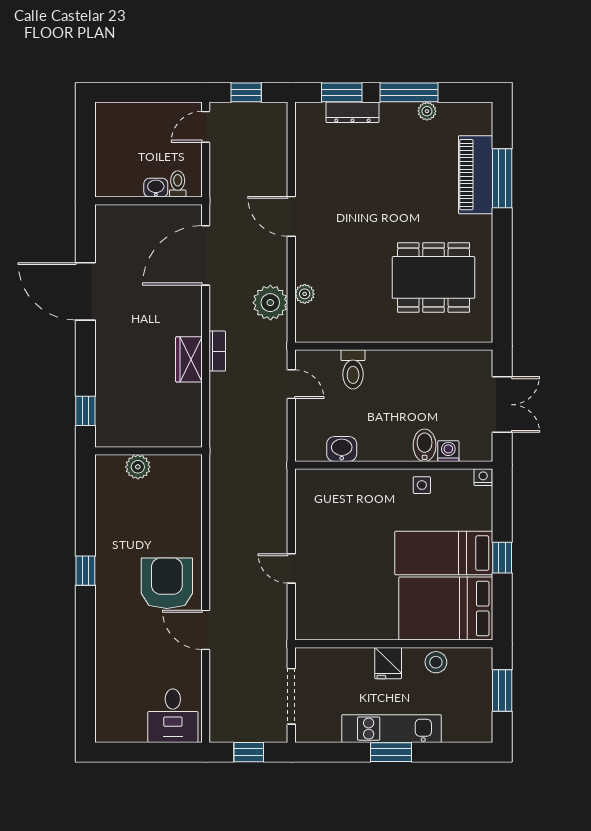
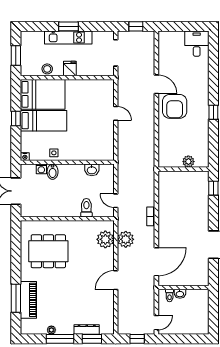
door: (291, 216) -> (116, 280), swing flipped
plant: (305, 294) -> (105, 239), width x1.88, depth x1.88
wardrobe: (189, 359) -> (164, 212), removed
desk: (173, 716) -> (197, 44), moved

